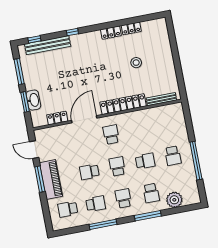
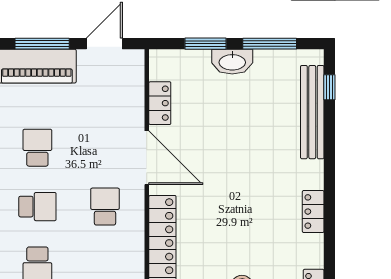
window: (72, 32) -> (329, 168), removed
locker: (111, 33) -> (313, 212), moved
washbasin: (33, 100) -> (232, 62), moved
school desk: (111, 135) -> (105, 207), turned -90

